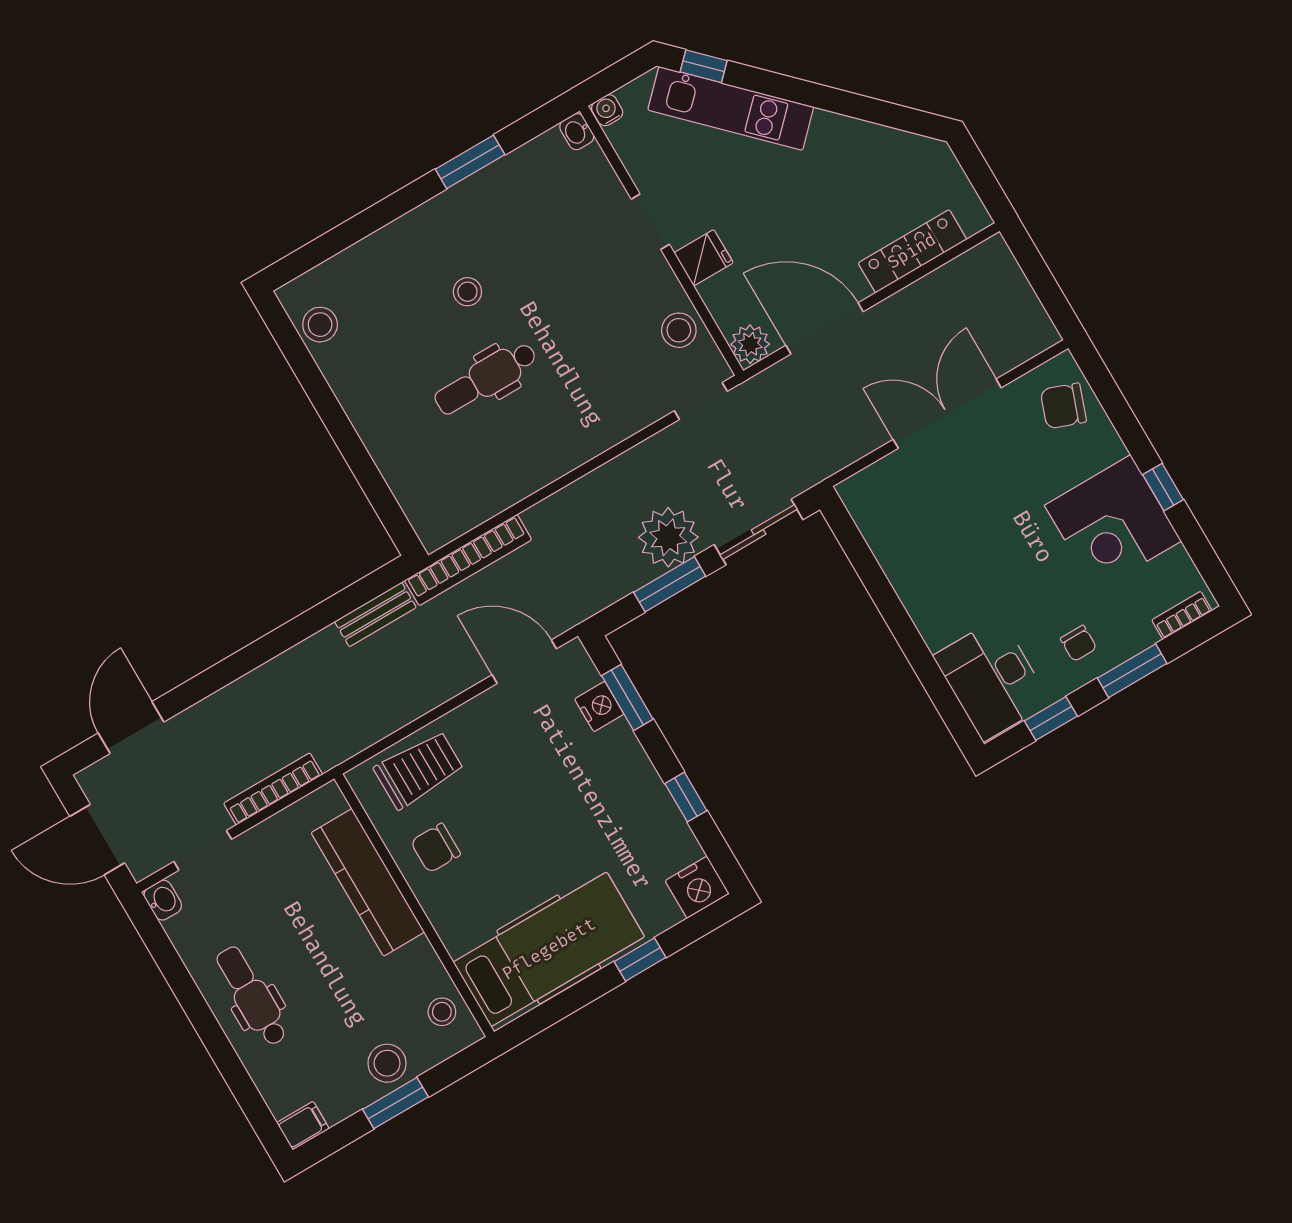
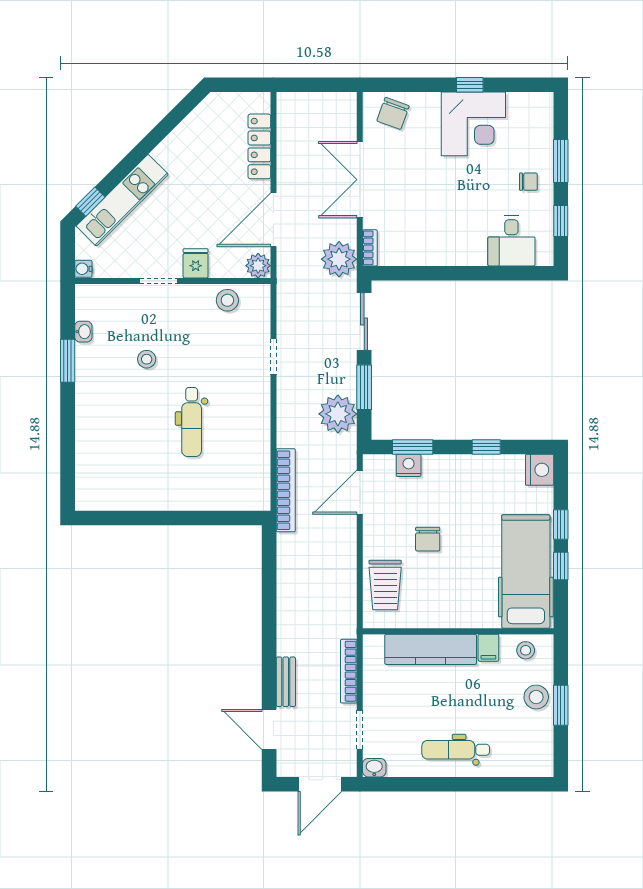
washbasin: (577, 132) -> (83, 332), moved, turned -90
stool: (467, 292) -> (147, 359), moved
stool: (320, 325) -> (109, 496), removed
doorway: (701, 401) -> (273, 357), moved
plant: (823, 449) -> (339, 259), added
plant: (668, 537) -> (338, 414), moved
bench: (375, 614) -> (286, 682), moved
bookcase: (1182, 615) -> (370, 248), moved, turned 180
desk: (992, 679) -> (511, 241), width x0.73
trolley: (419, 770) -> (385, 585), turned 180
chair: (436, 848) -> (428, 539), moved
window: (584, 992) -> (561, 566), added
filing cabinet: (303, 1126) -> (488, 648), moved, turned 180

